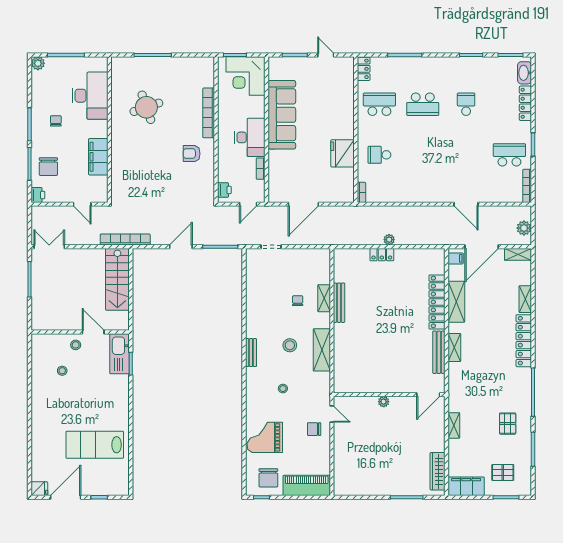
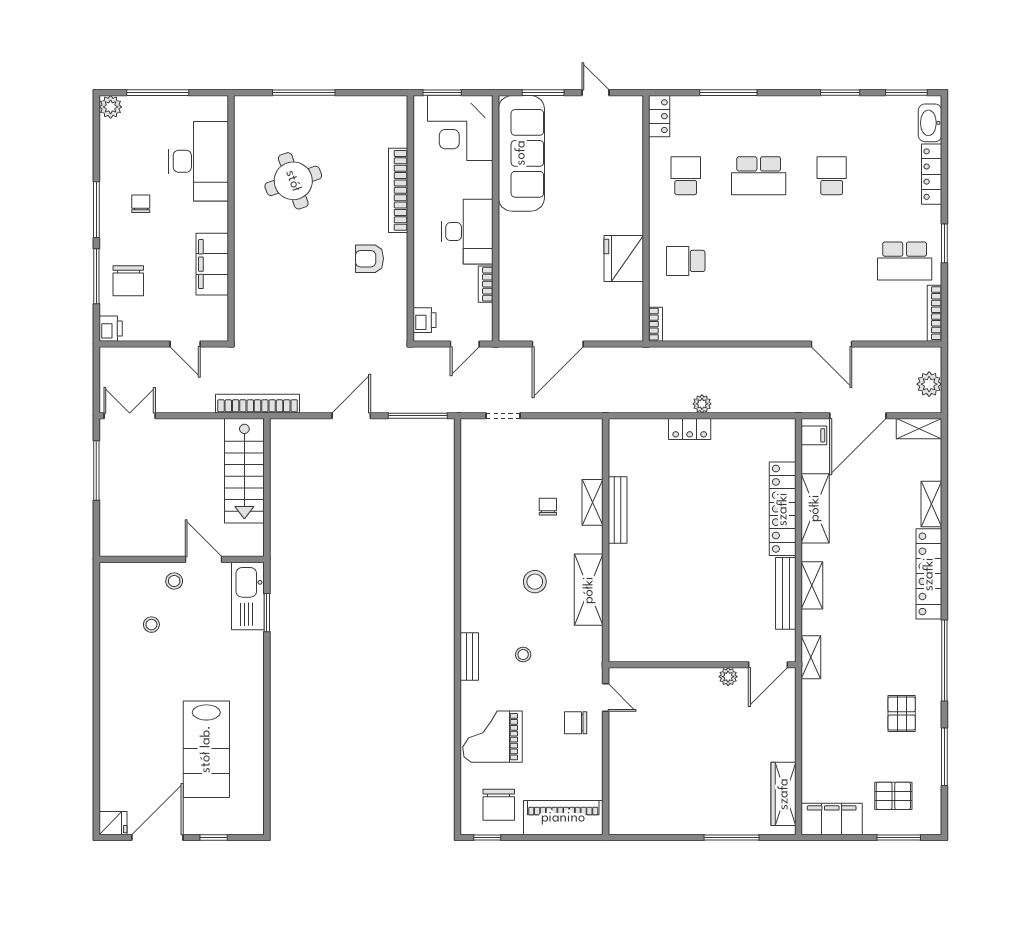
school desk: (379, 104) -> (686, 176), width x0.54
sofa: (282, 115) -> (521, 153), moved
school desk: (509, 155) -> (905, 261), turned 180
bench: (251, 353) -> (469, 656), moved
plant: (384, 402) -> (728, 677), moved
shelving: (454, 425) -> (811, 657), moved
lab bench: (95, 445) -> (206, 749), turned -90

